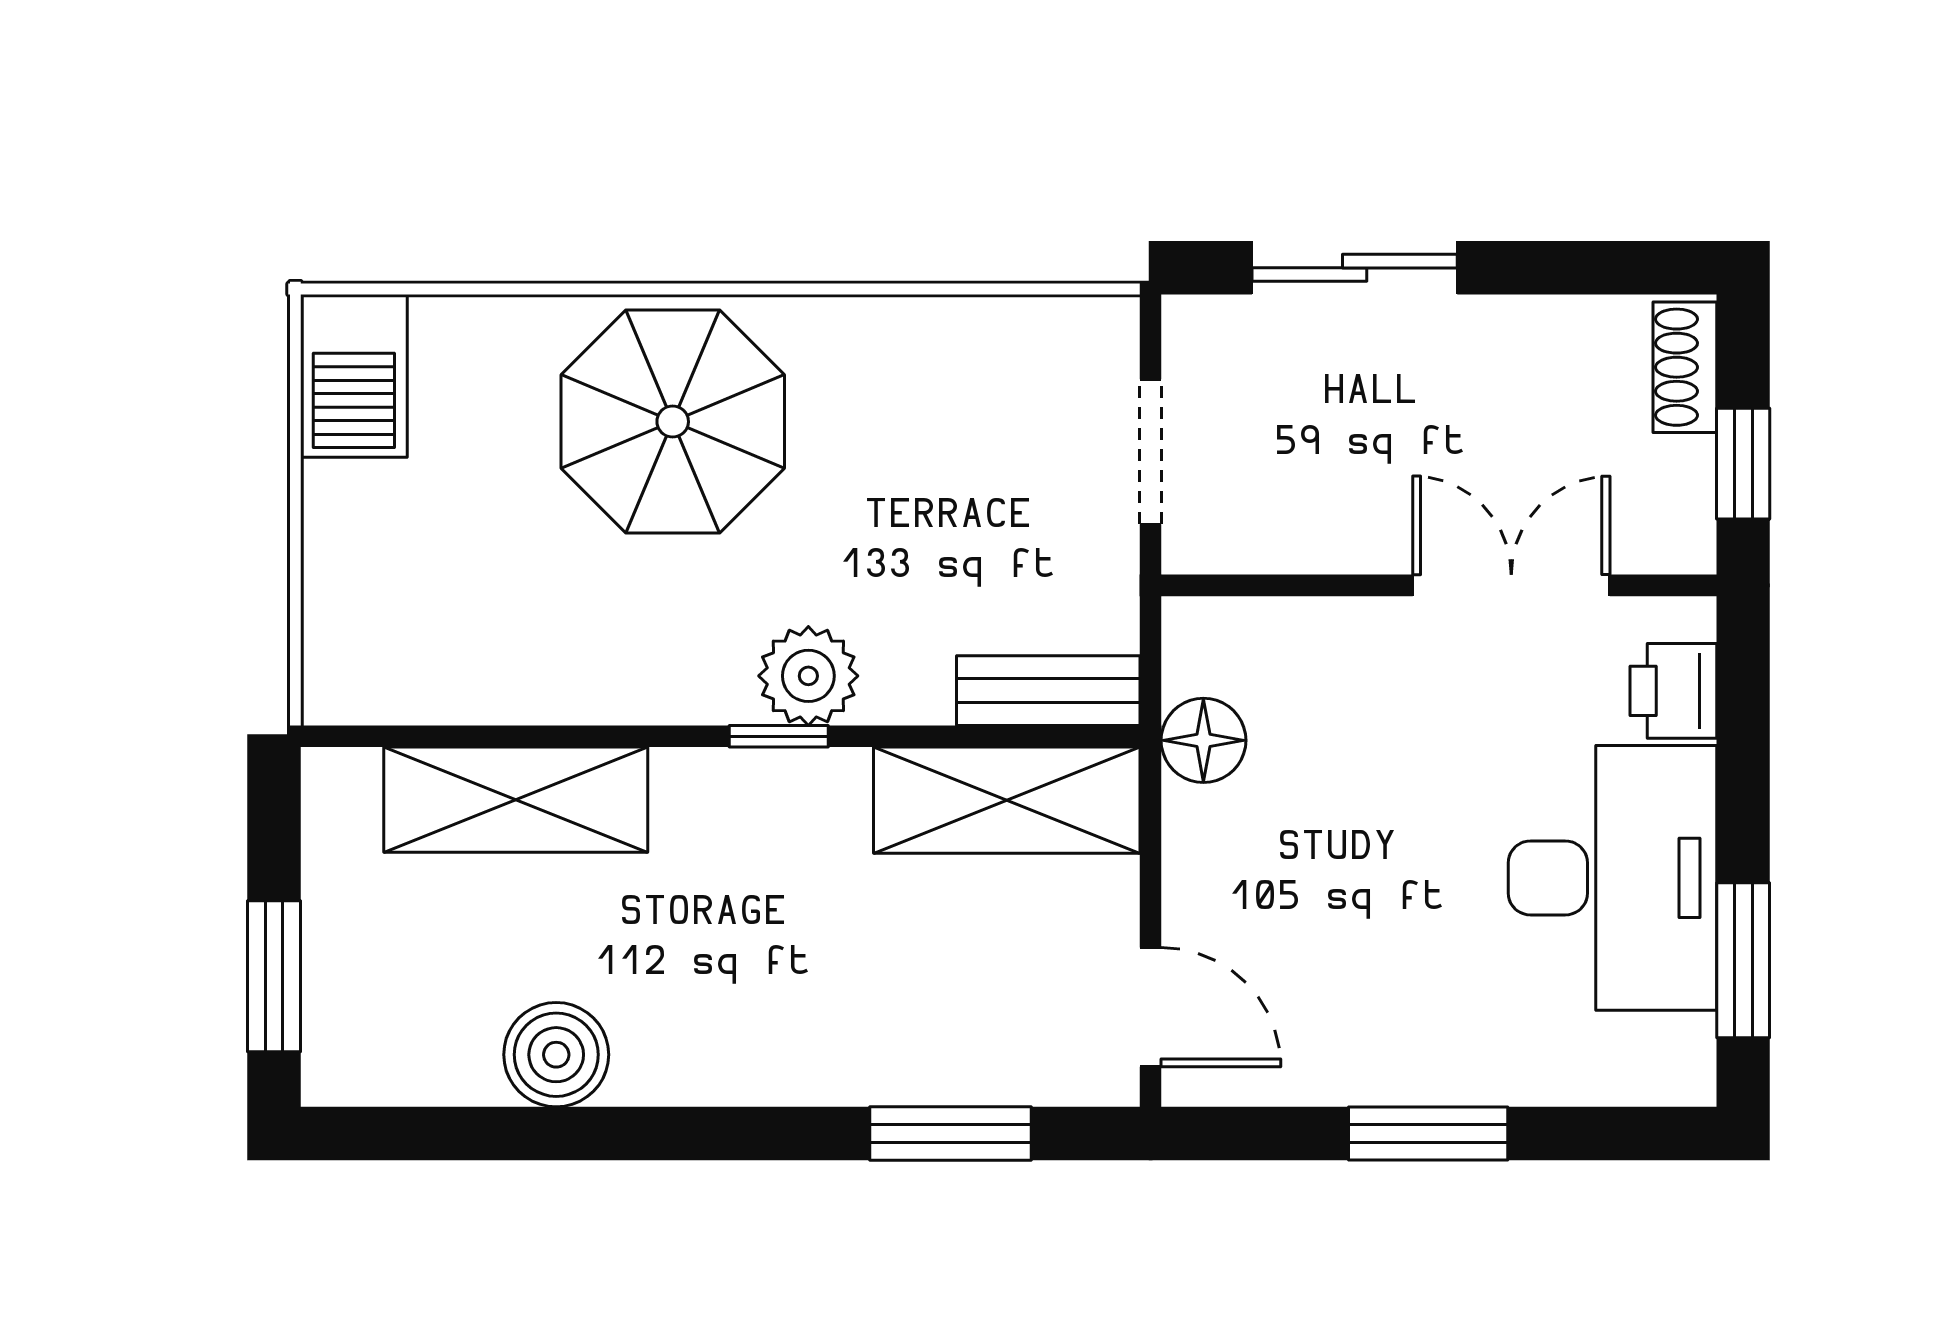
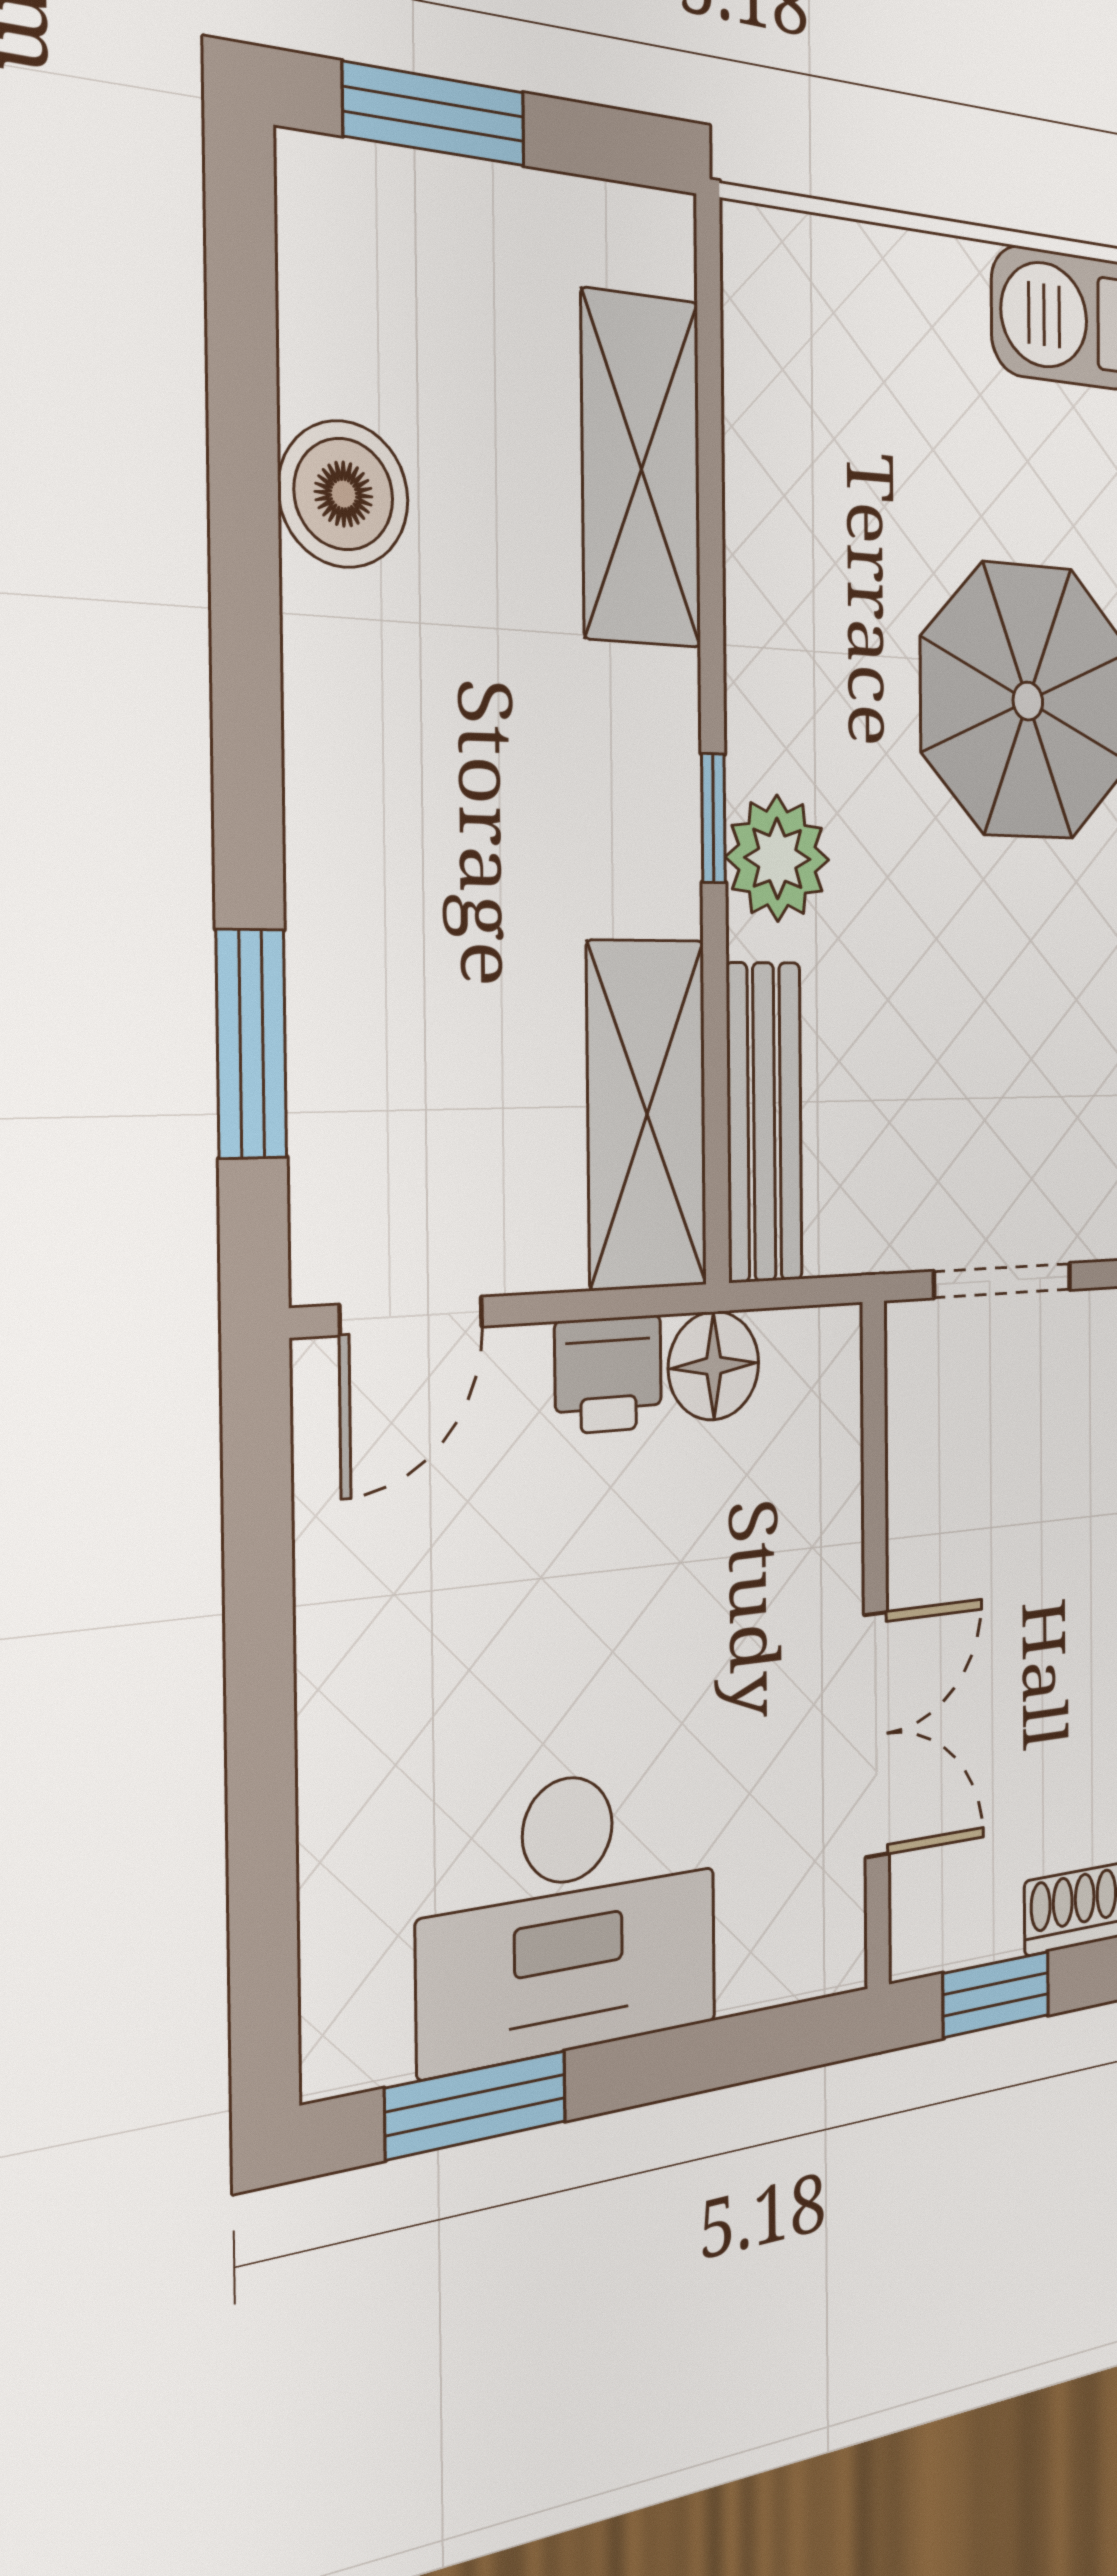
bench: (1048, 691) -> (764, 1122), width x1.36
printer: (1673, 691) -> (608, 1375), moved, turned 180
window: (1428, 1134) -> (260, 1713), removed

